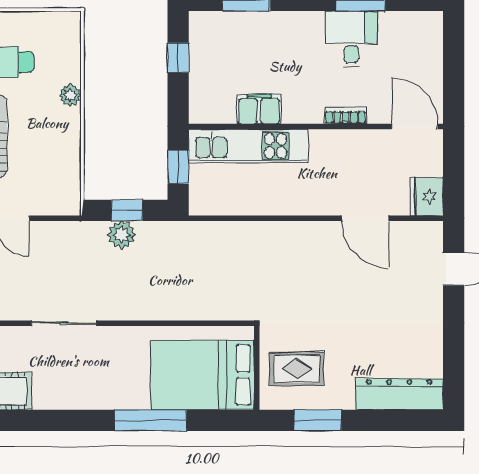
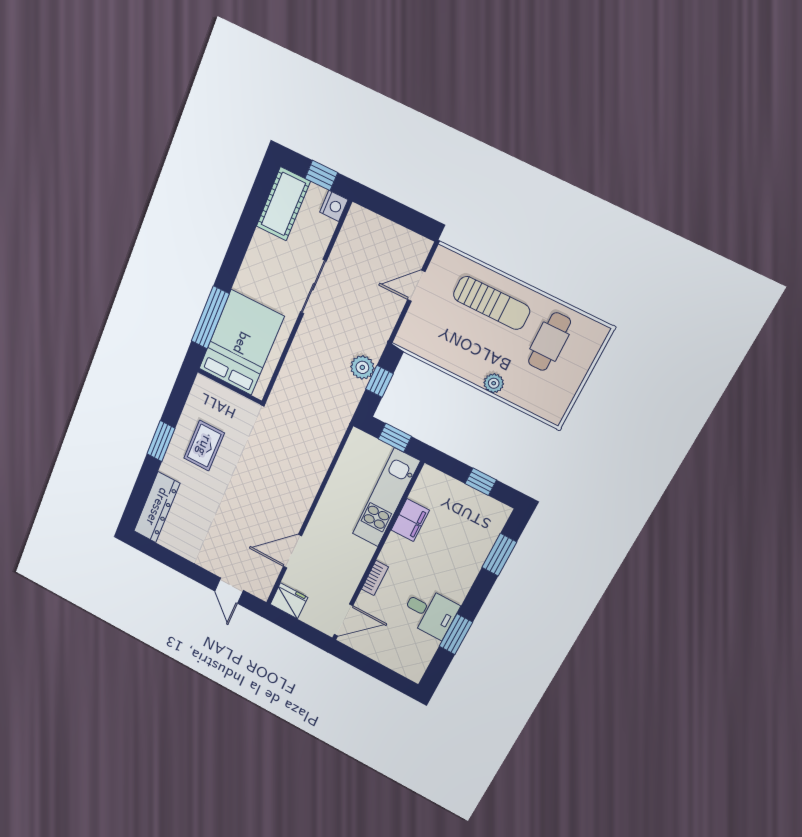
wall: (257, 368) -> (230, 386), moved
bed: (203, 375) -> (241, 343), moved

